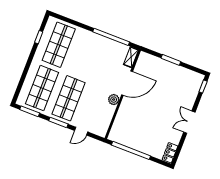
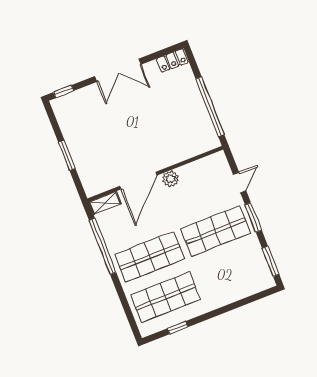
door: (127, 83) -> (138, 181), swing flipped
shop shelf: (42, 88) -> (150, 257), moved
double door: (189, 122) -> (118, 70), width x1.37
door: (81, 131) -> (240, 183), hinge flipped

